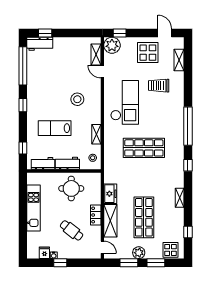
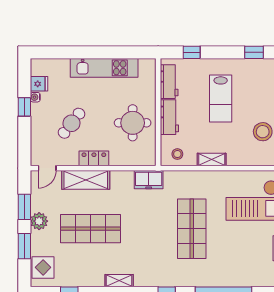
lab bench: (55, 128) -> (221, 98), turned 180
freezer: (110, 194) -> (149, 180), moved

